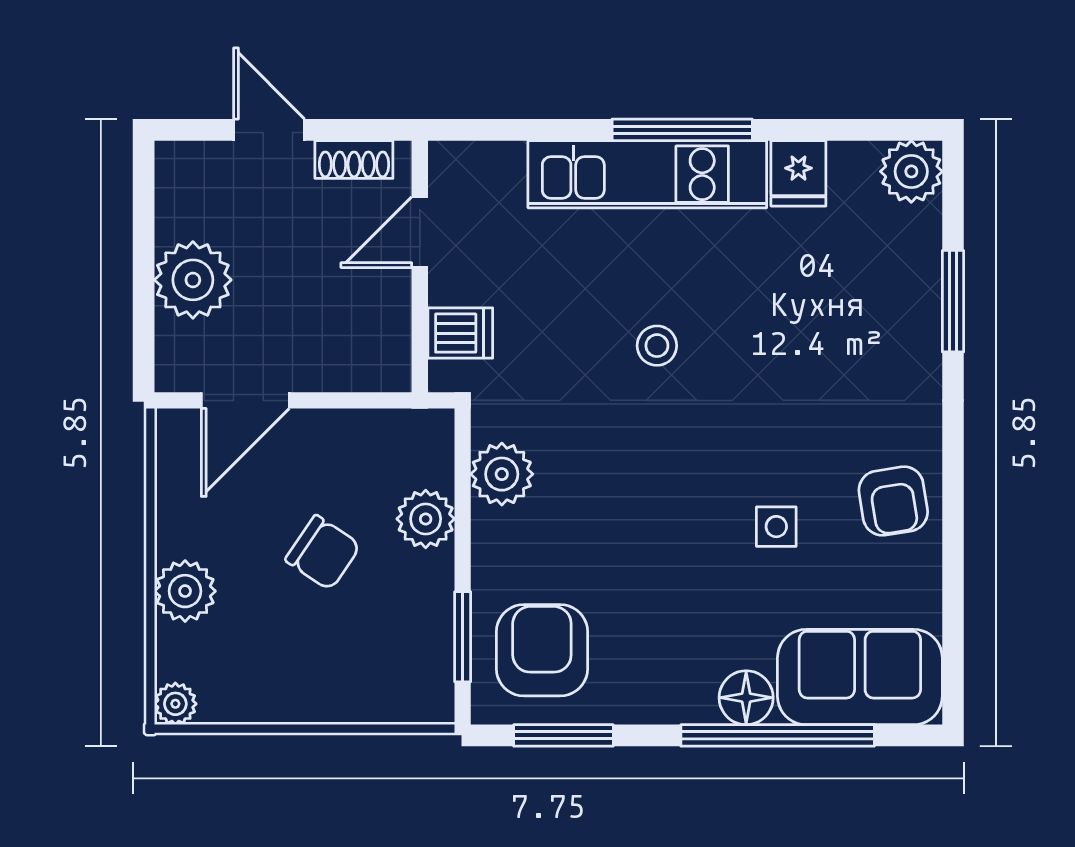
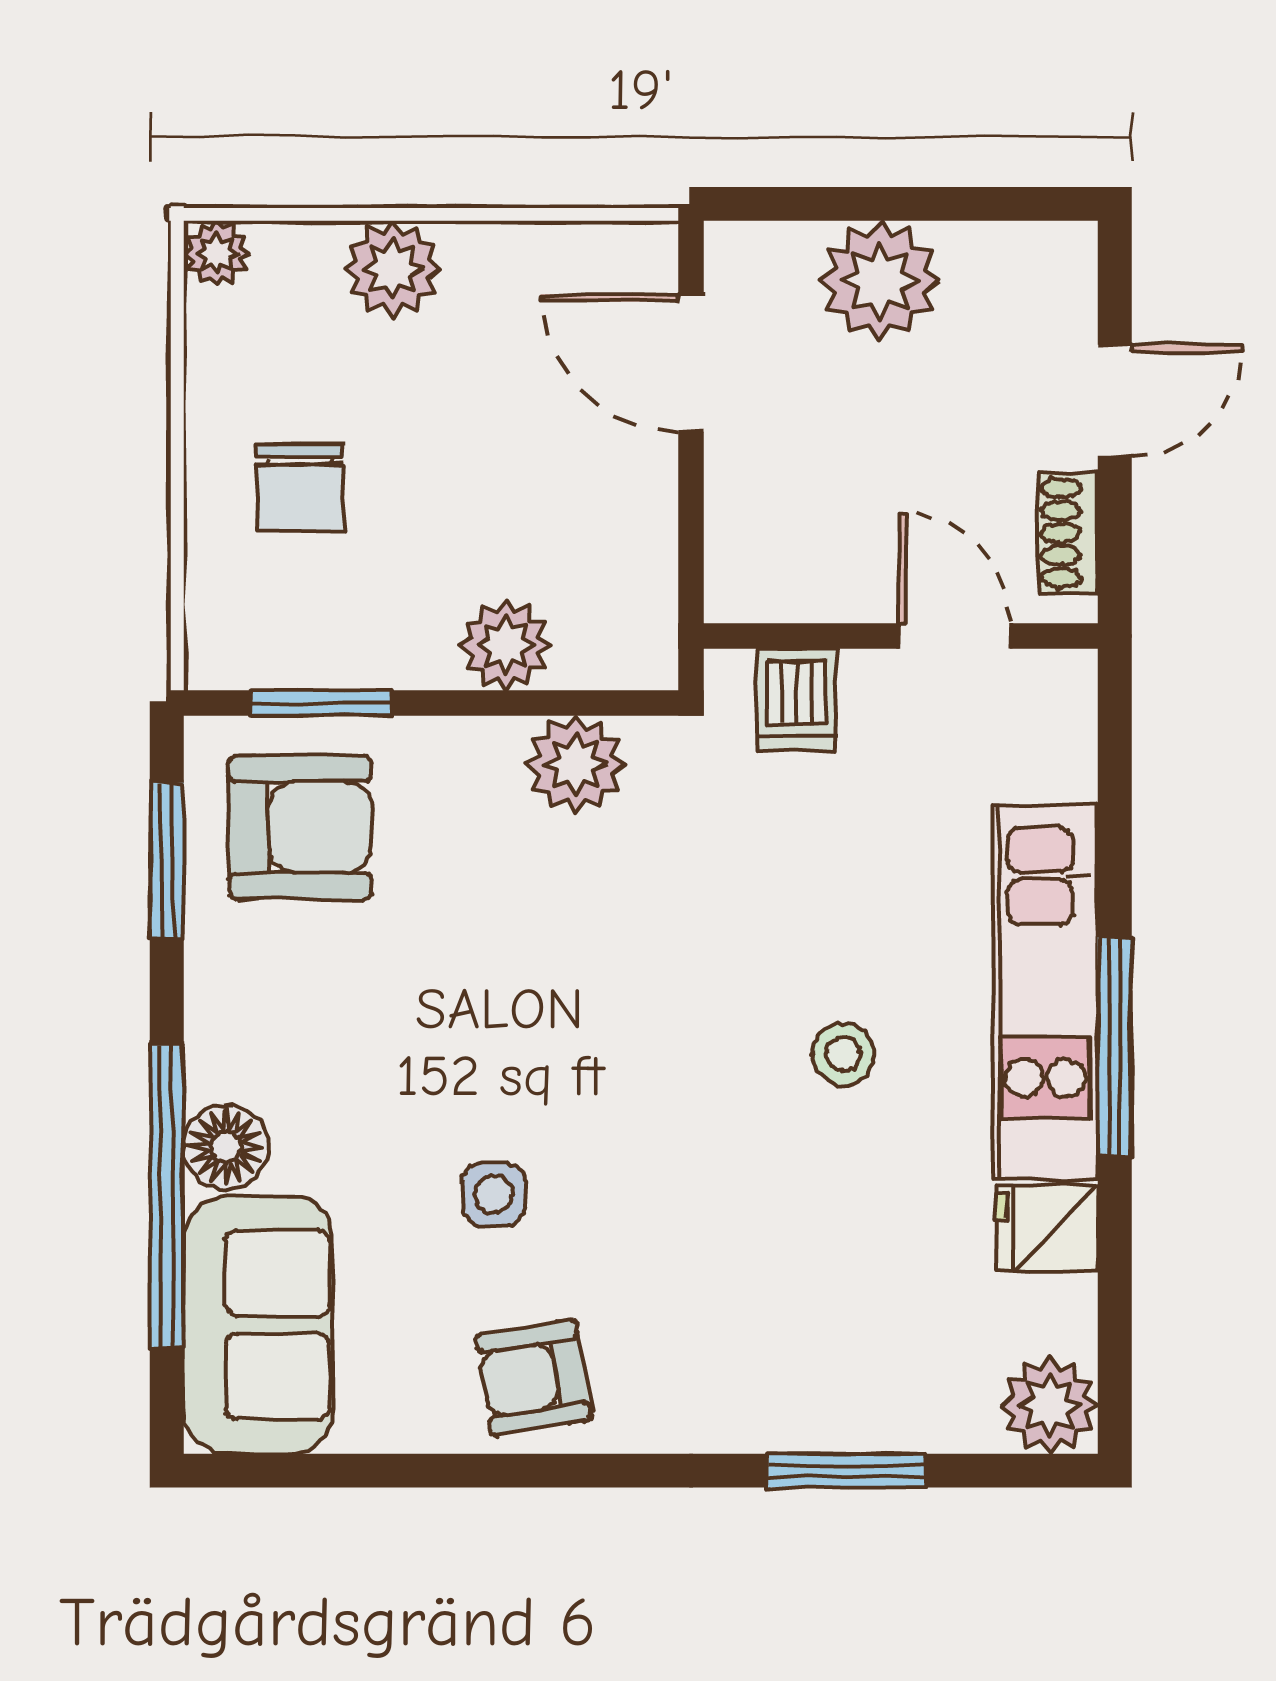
stool: (657, 346) -> (843, 1054), moved
chair: (323, 553) -> (300, 487), moved, turned -34

